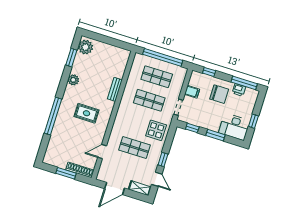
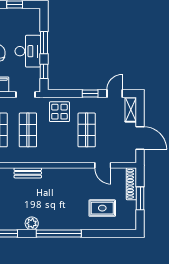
rug: (86, 113) -> (102, 208), moved, turned 90
window: (53, 116) -> (59, 233), moved
desk: (234, 127) -> (28, 51), moved

